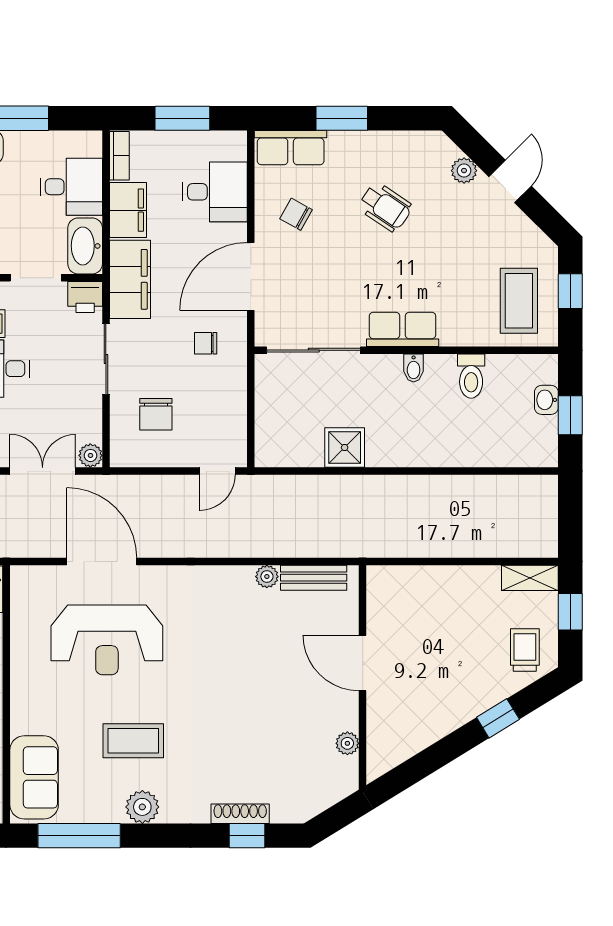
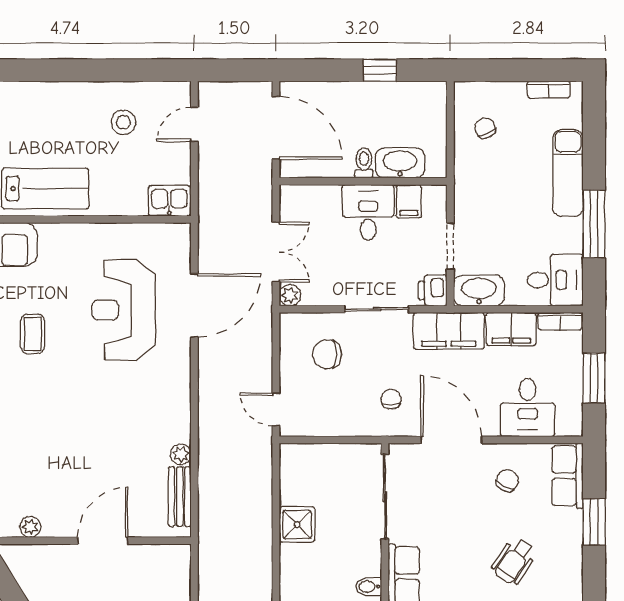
desk: (71, 187) -> (555, 280), moved, turned -90
coffee table: (133, 741) -> (33, 334), width x0.73, depth x0.77

